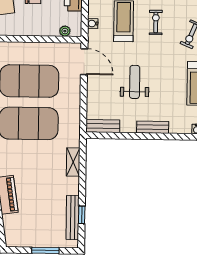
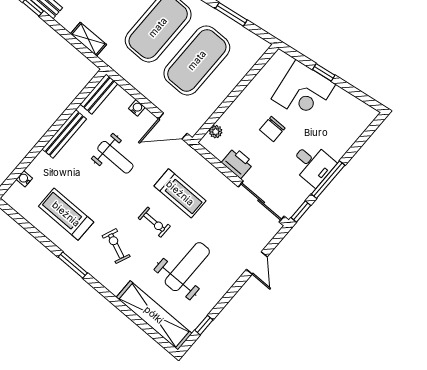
water cooler: (93, 24) -> (137, 108), moved
bench: (153, 127) -> (64, 134), width x1.36

